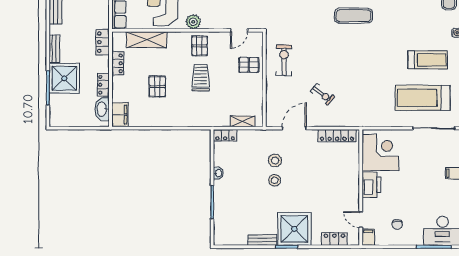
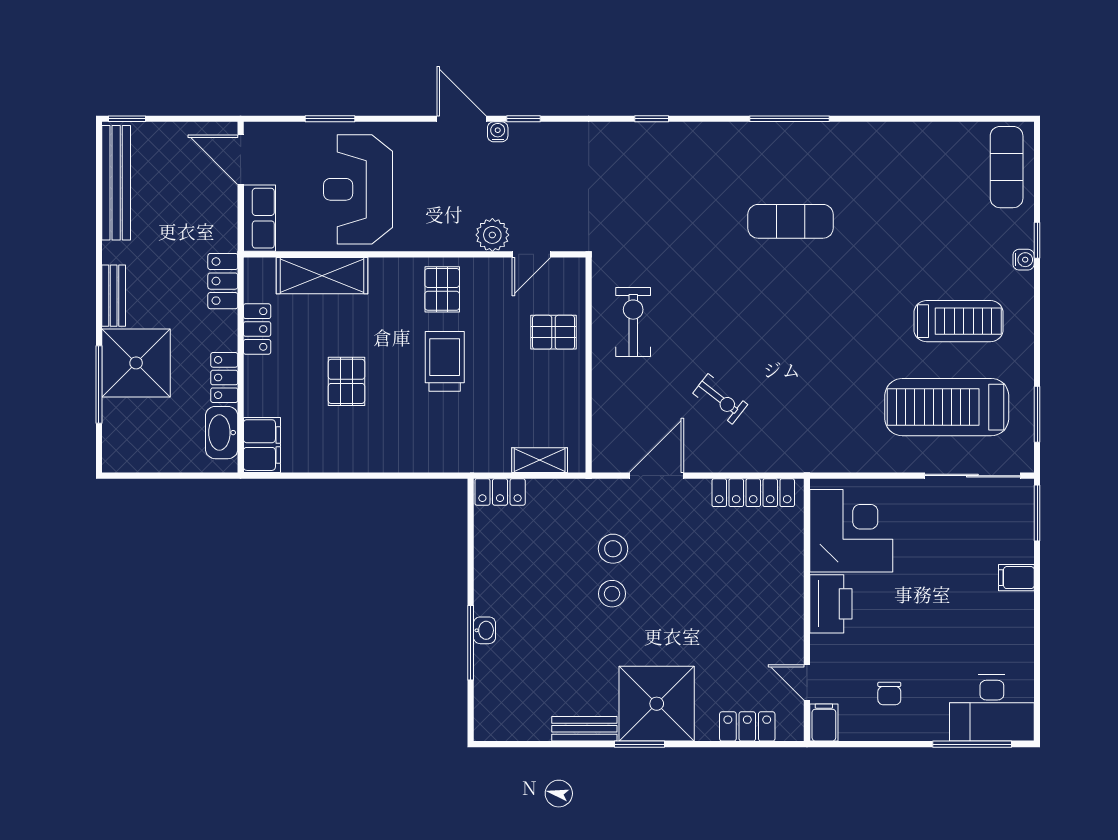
plant: (193, 22) -> (492, 235), moved
washbasin: (218, 173) -> (485, 630), moved

